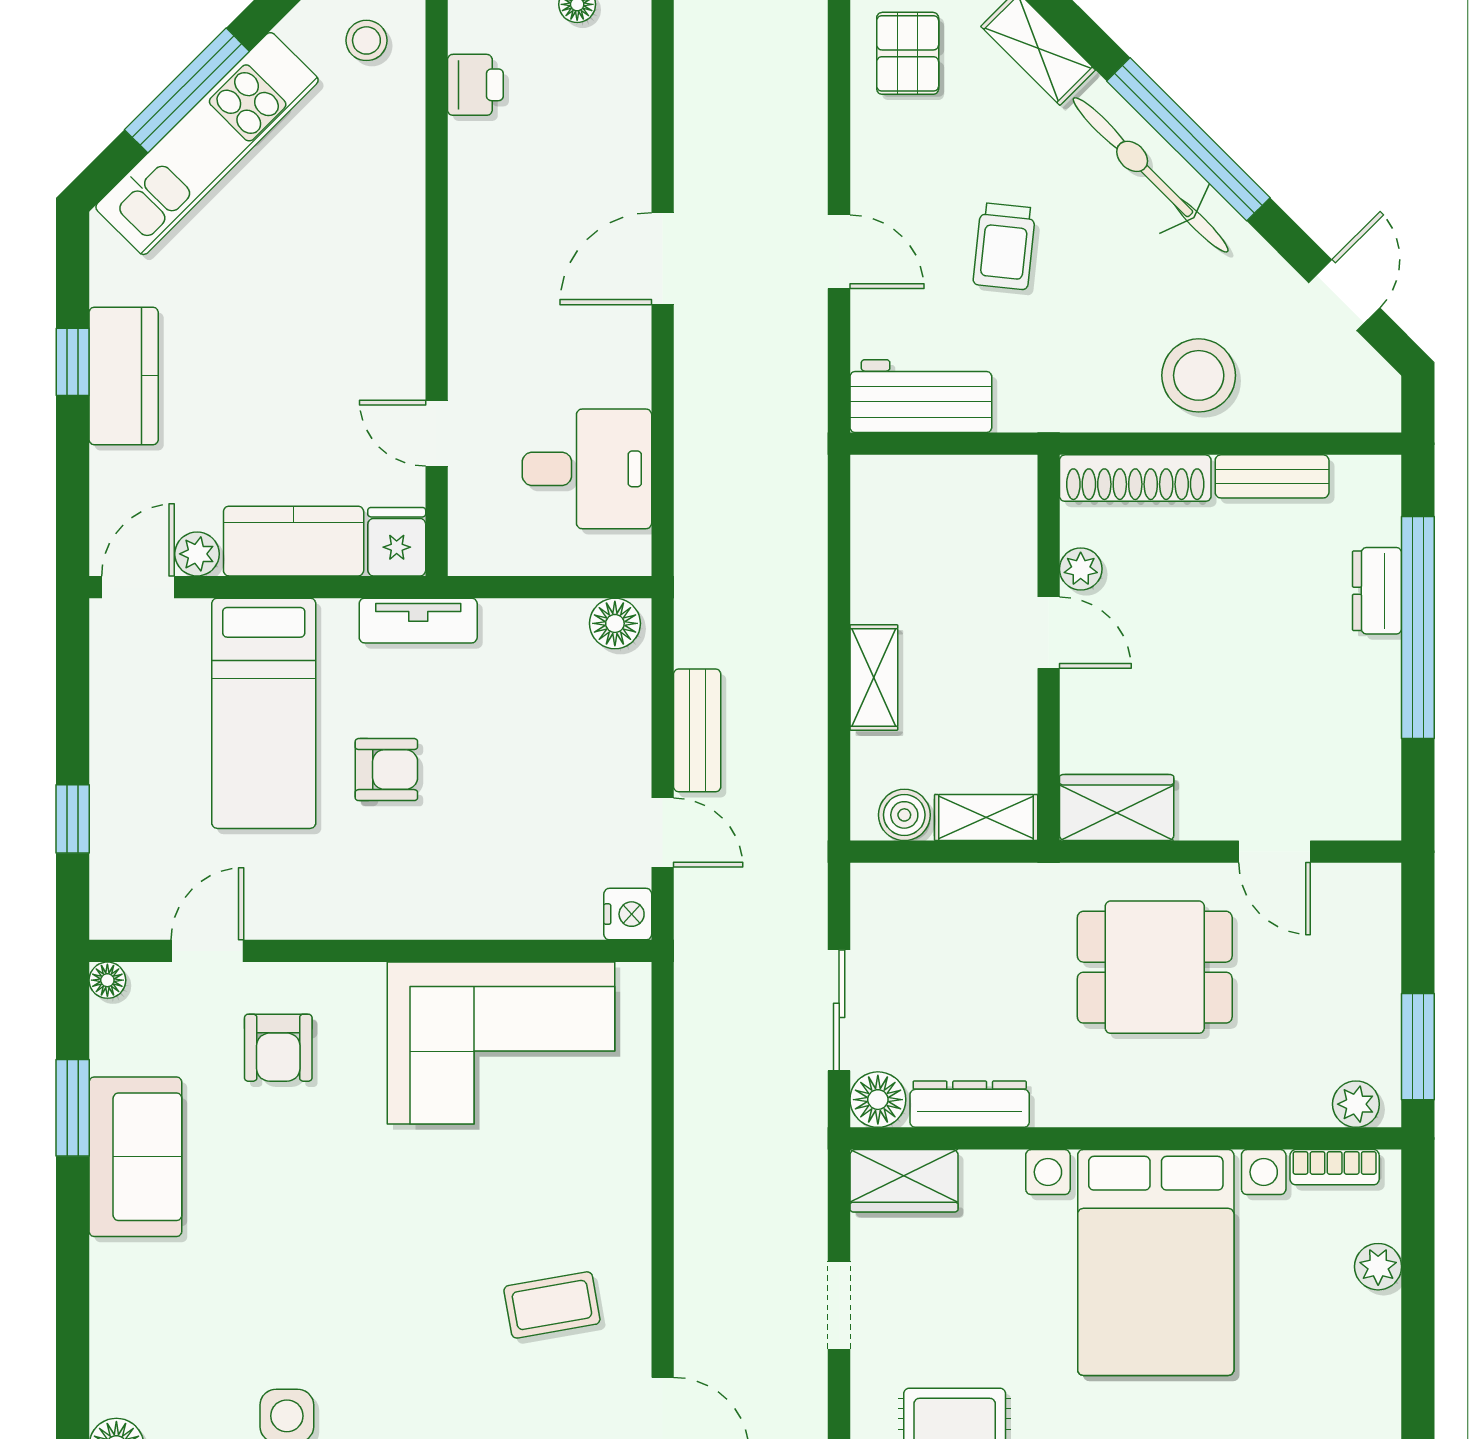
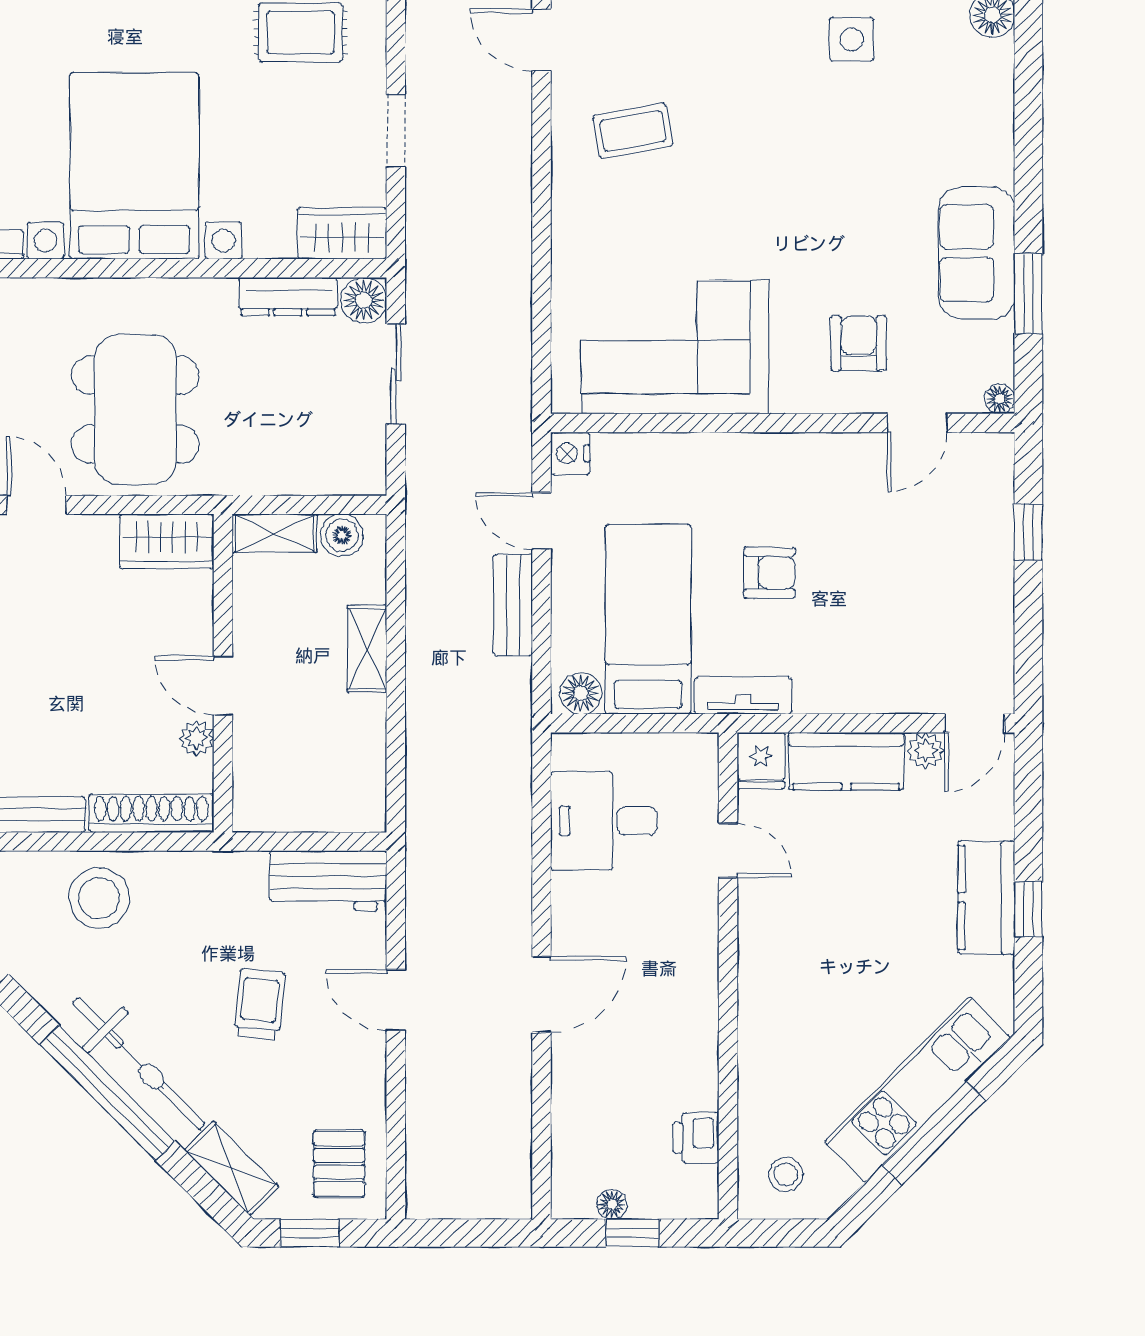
bed: (264, 713) -> (648, 619), moved
armchair: (386, 770) -> (769, 573), turned 180
dining table: (1155, 967) -> (135, 410), width x1.37

